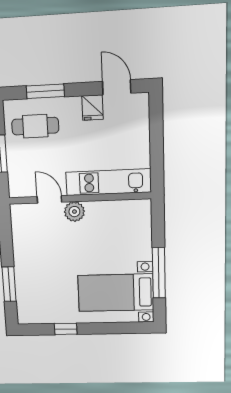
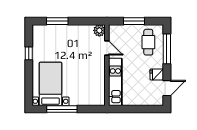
window: (45, 91) -> (167, 49), width x1.44
door: (49, 199) -> (107, 48), hinge flipped
plant: (74, 212) -> (99, 30), moved

